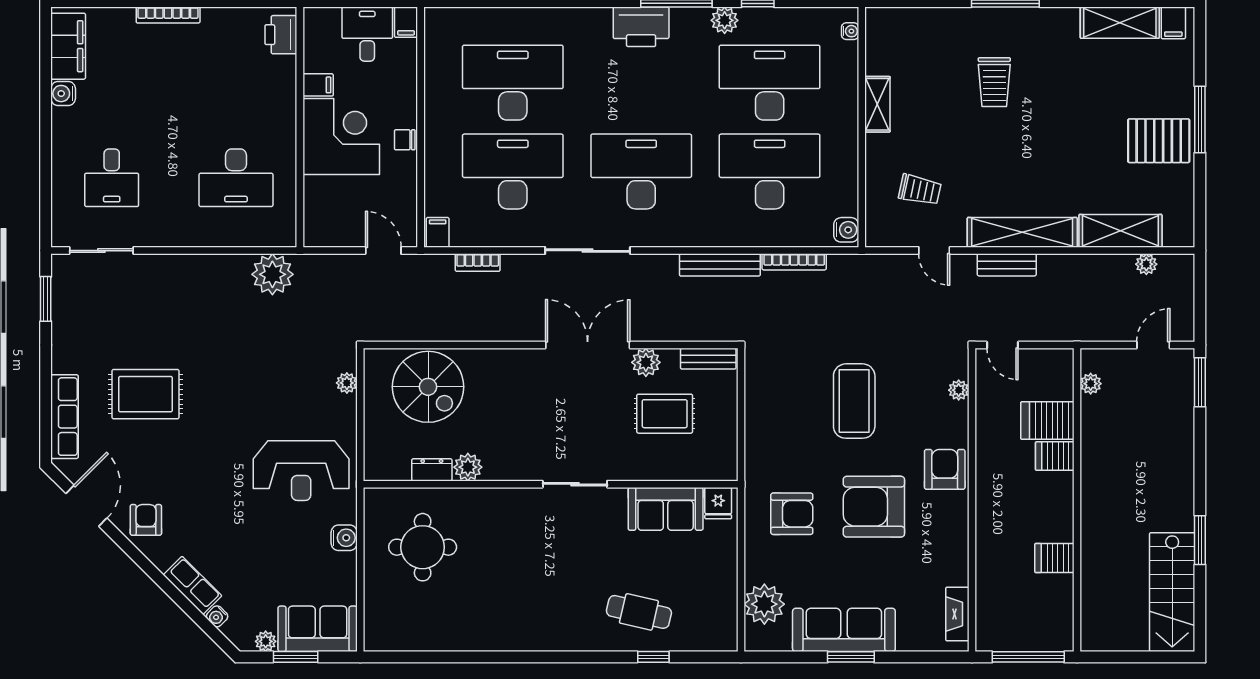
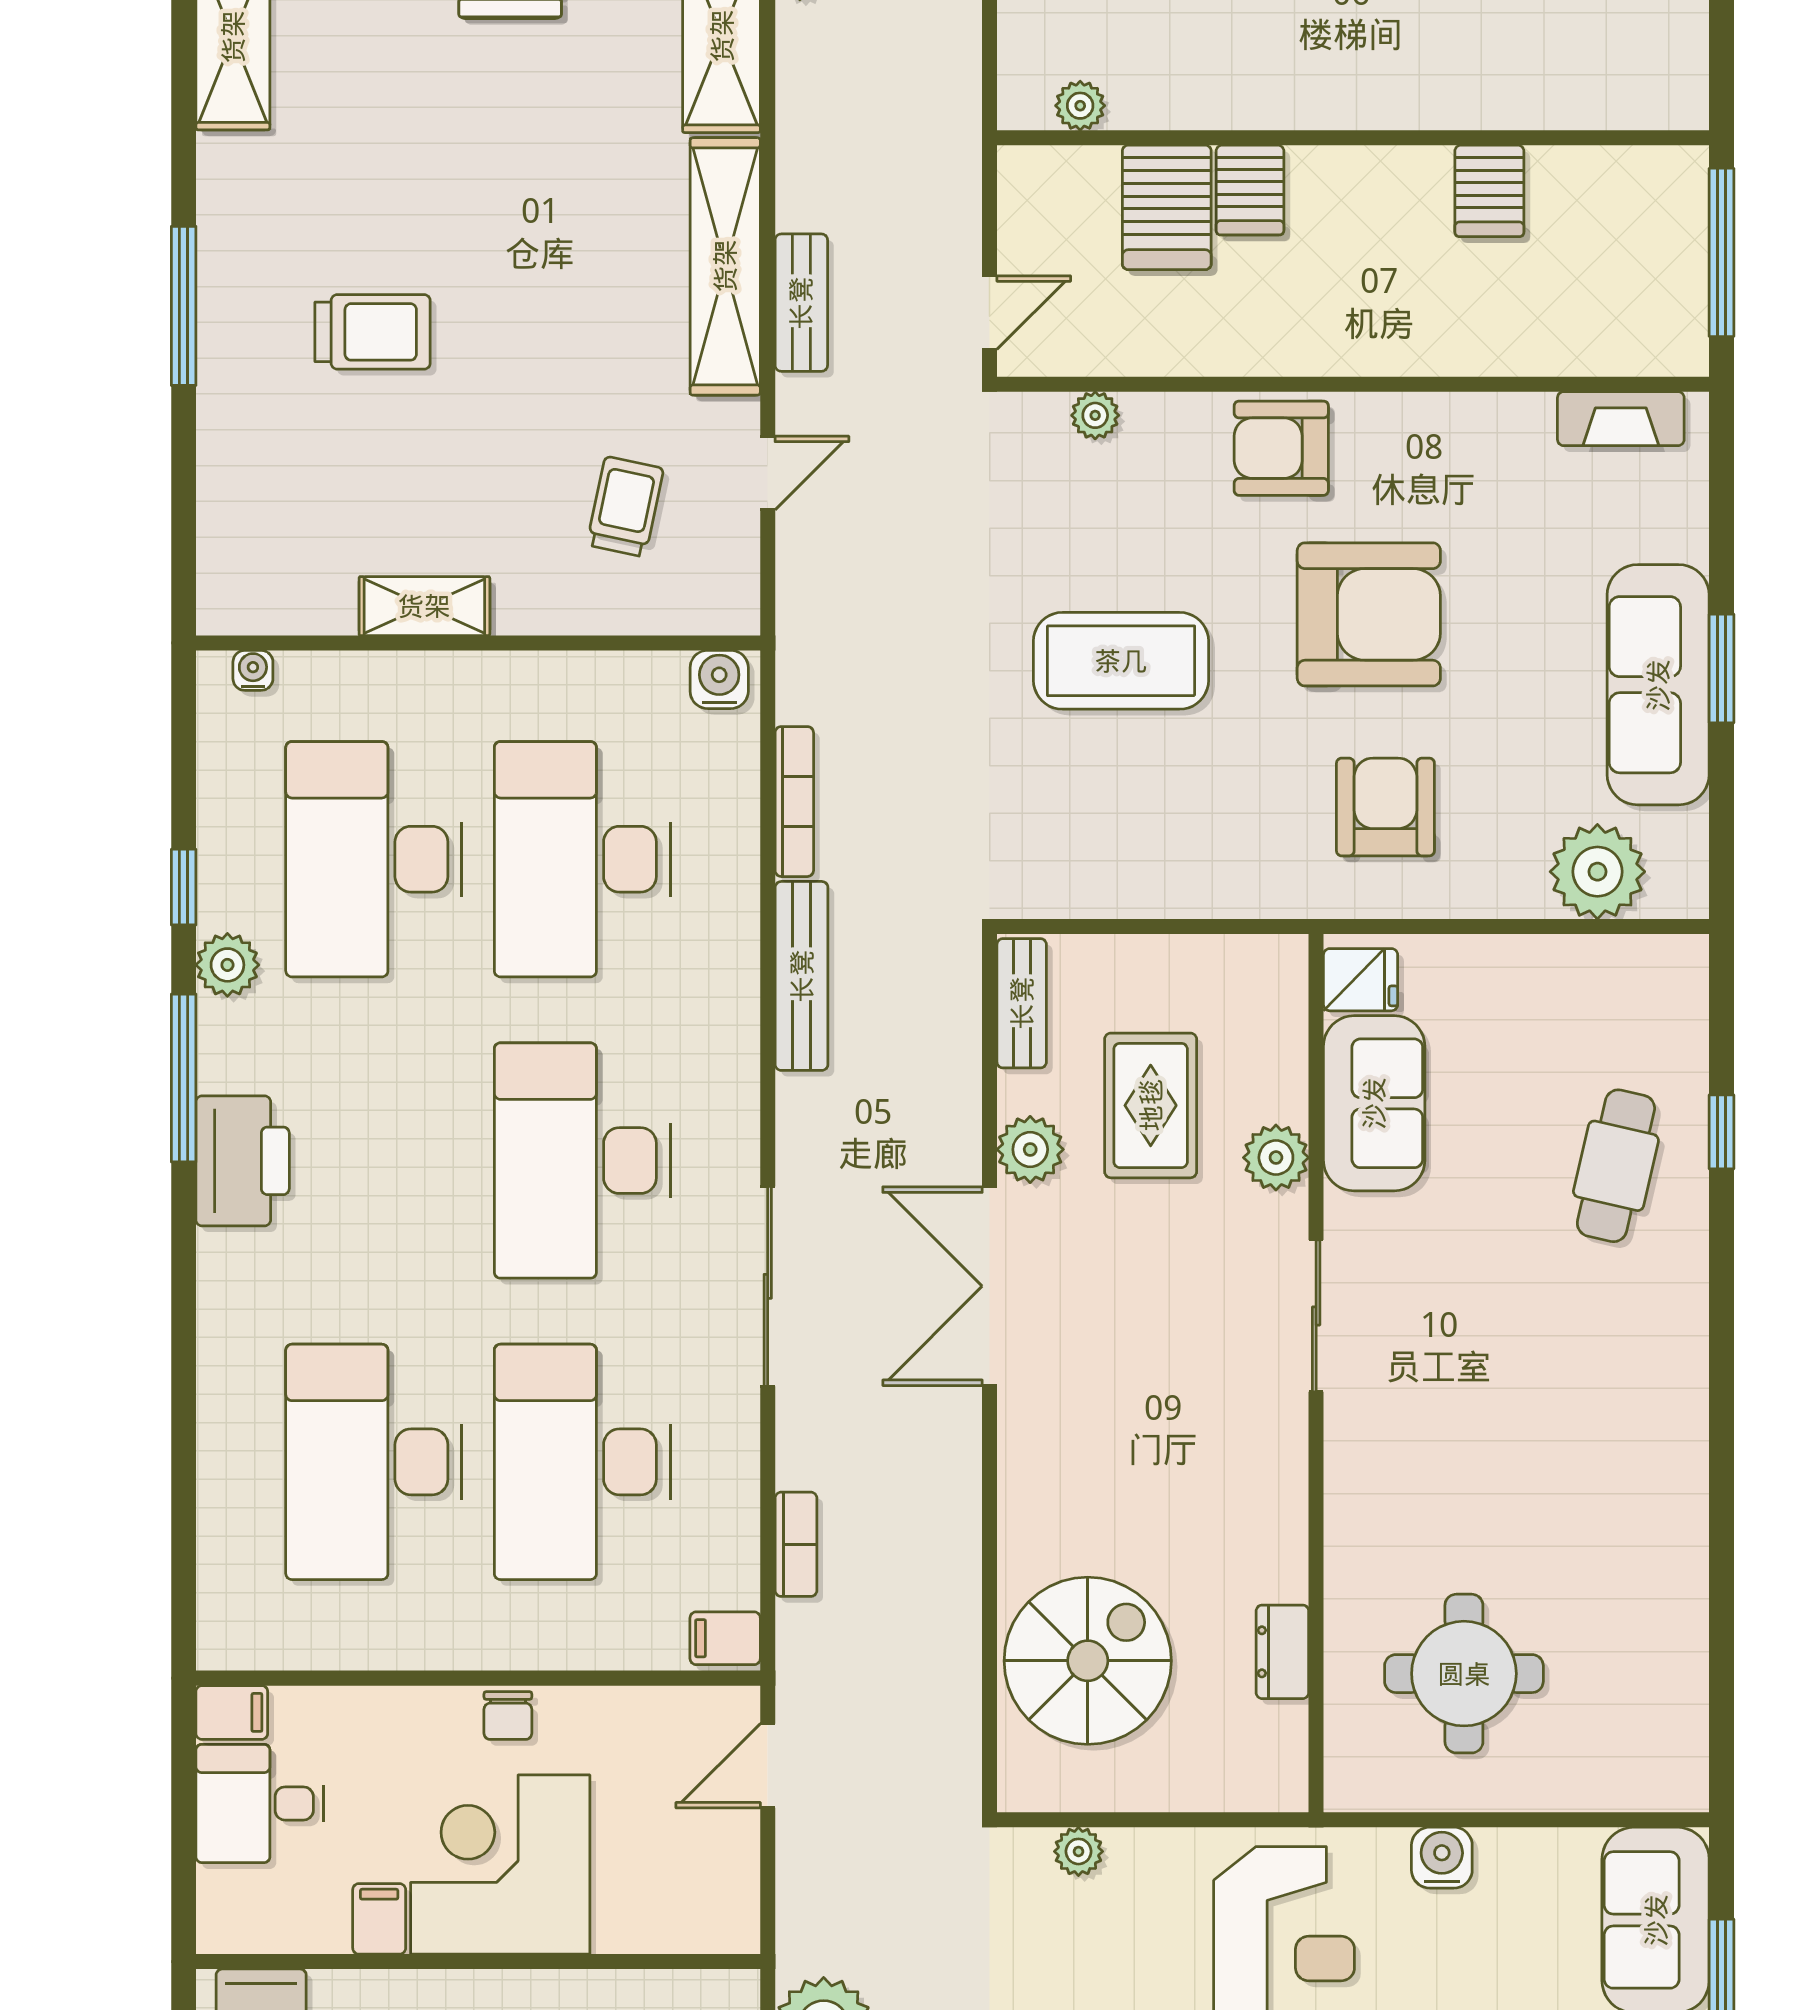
plant: (468, 467) -> (1276, 1158), moved
armchair: (874, 507) -> (1369, 614), turned -90

